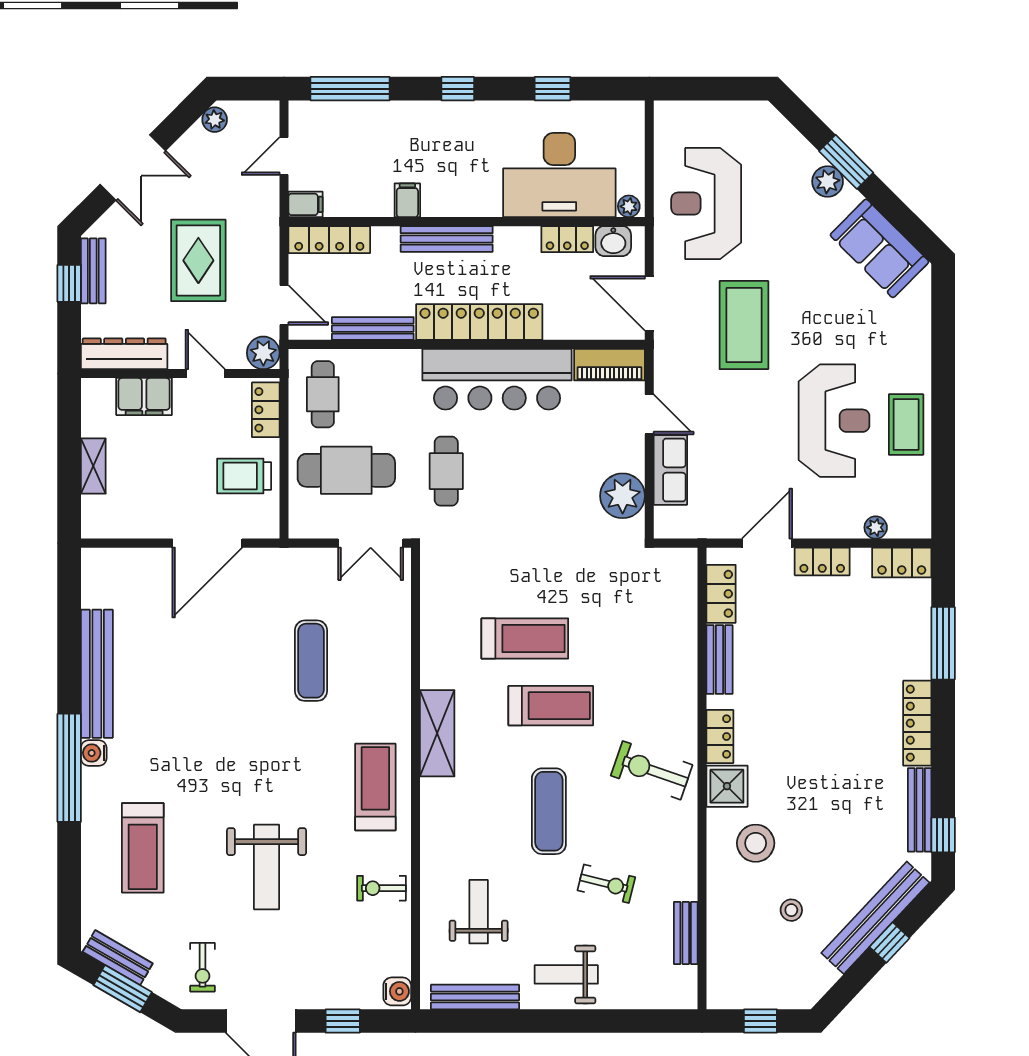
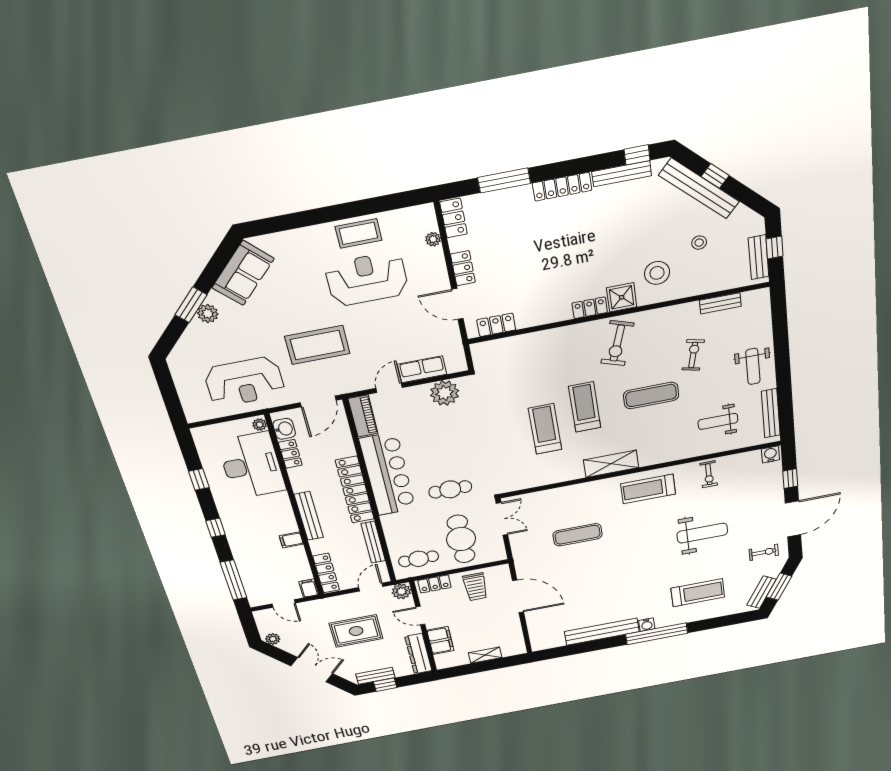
door: (205, 374) -> (420, 616), hinge flipped
bench: (719, 660) -> (759, 257), moved, turned 90

